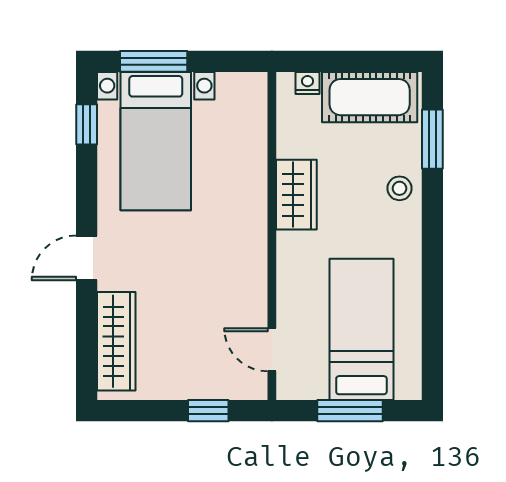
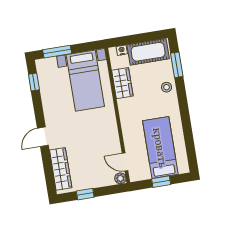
bed with nightstands: (156, 141) -> (85, 81), moved
wardrobe: (296, 195) -> (122, 83), moved
plant: (254, 387) -> (120, 178), added
window: (208, 411) -> (85, 194), moved
window: (350, 411) -> (161, 182), width x0.67

